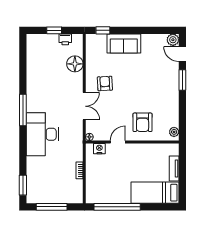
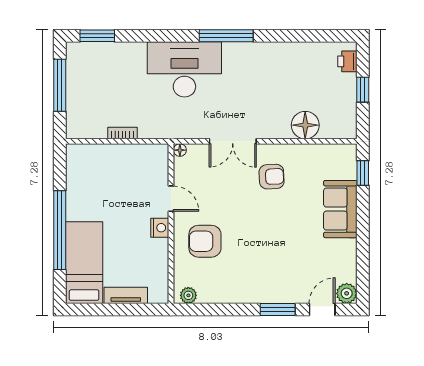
printer: (65, 39) -> (347, 61), moved
nightstand: (99, 149) -> (160, 228), moved
window: (117, 207) -> (60, 230), moved

